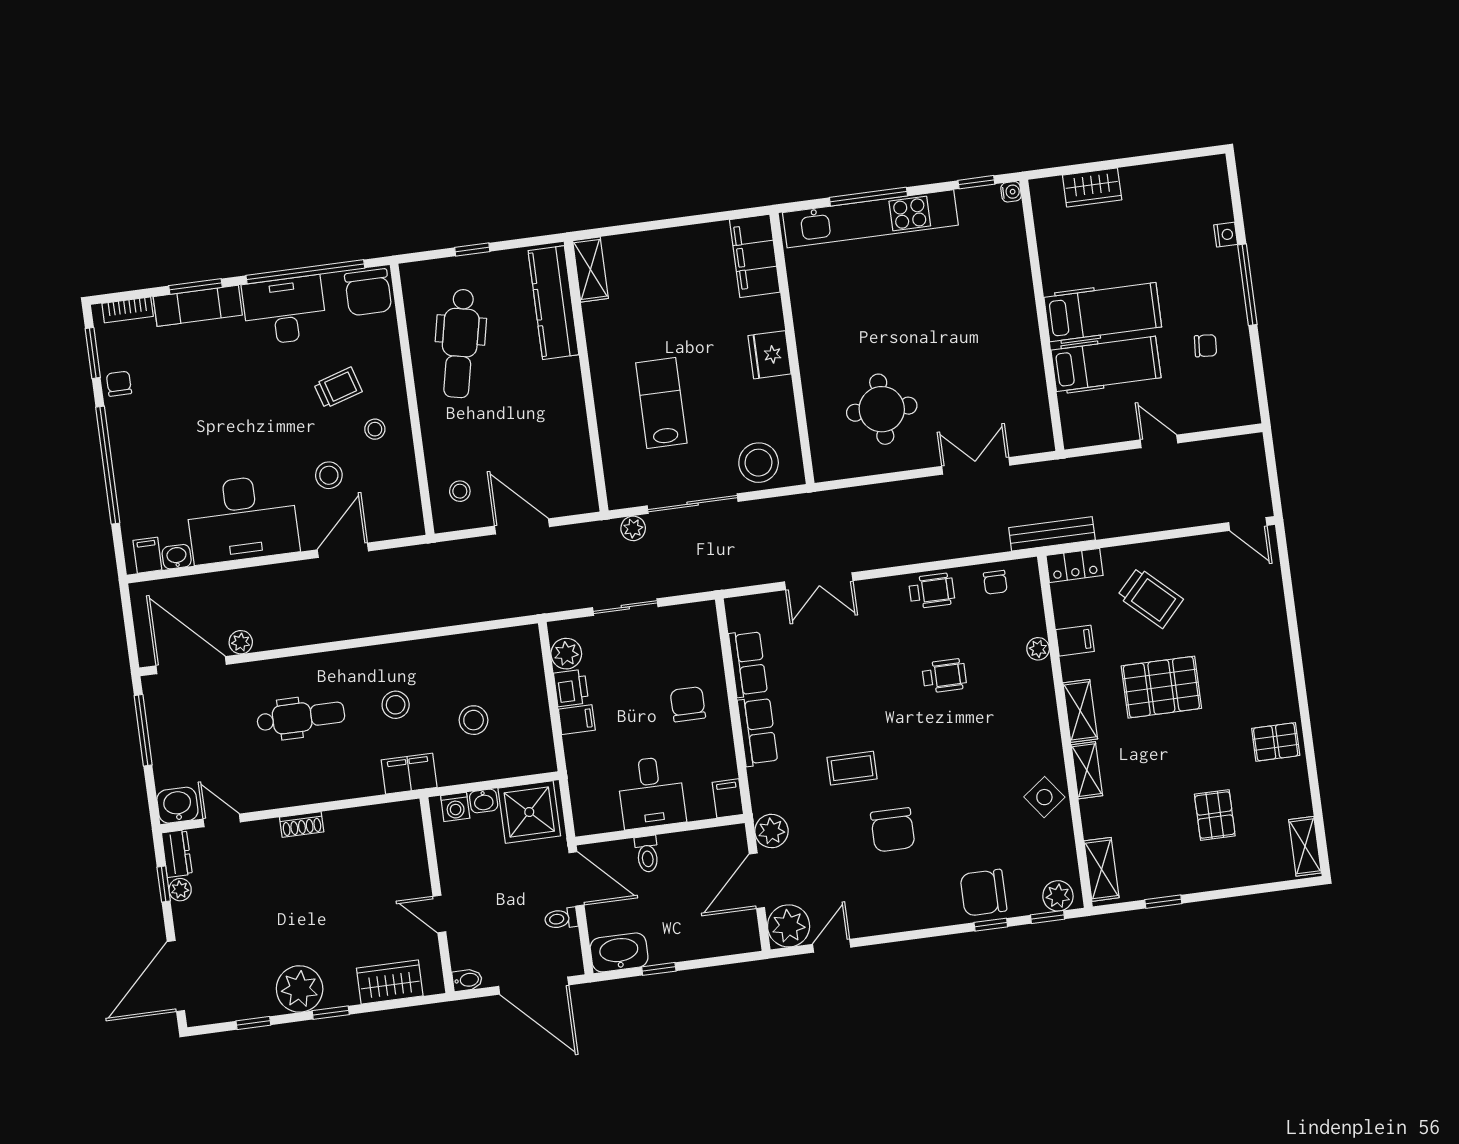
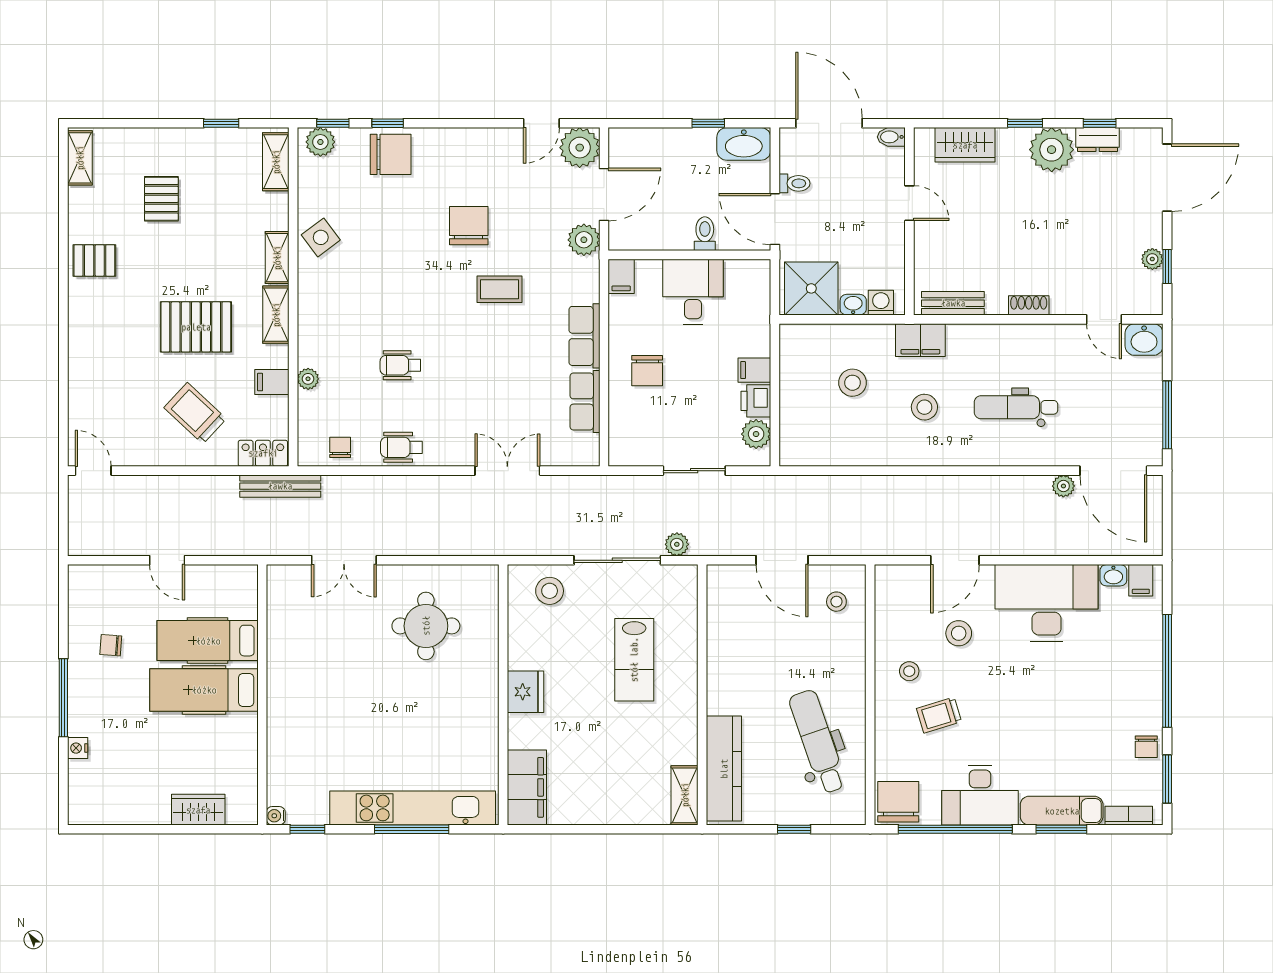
dental chair: (460, 343) -> (818, 742), turned -31
stool: (759, 463) -> (550, 591), width x0.73, depth x0.73
bench: (380, 816) -> (953, 303), added
dresser: (177, 854) -> (1098, 140), moved, turned -90

